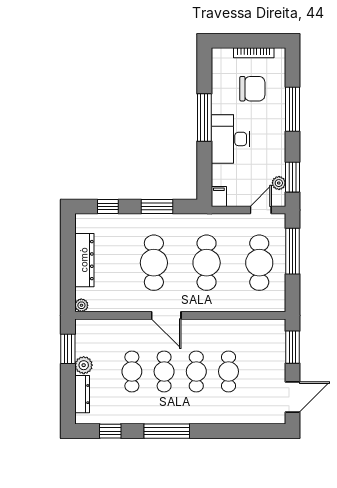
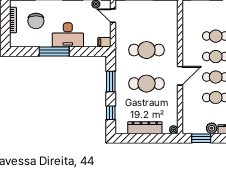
chair: (252, 89) -> (36, 21), turned 180
cafe table: (259, 263) -> (146, 17), removed

